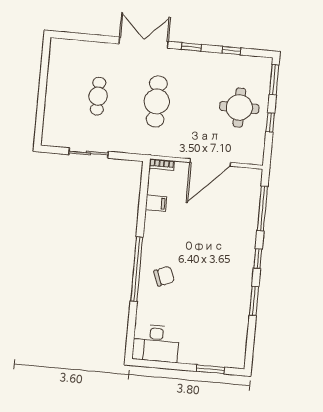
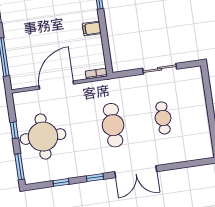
round table: (239, 108) -> (43, 137), width x1.36, depth x1.36
filing cabinet: (156, 203) -> (92, 28), moved

